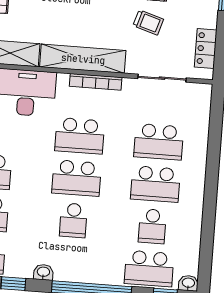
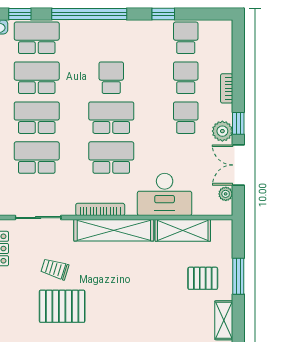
school desk: (152, 226) -> (37, 78), width x1.85
washbasin: (43, 272) -> (136, 27), removed

